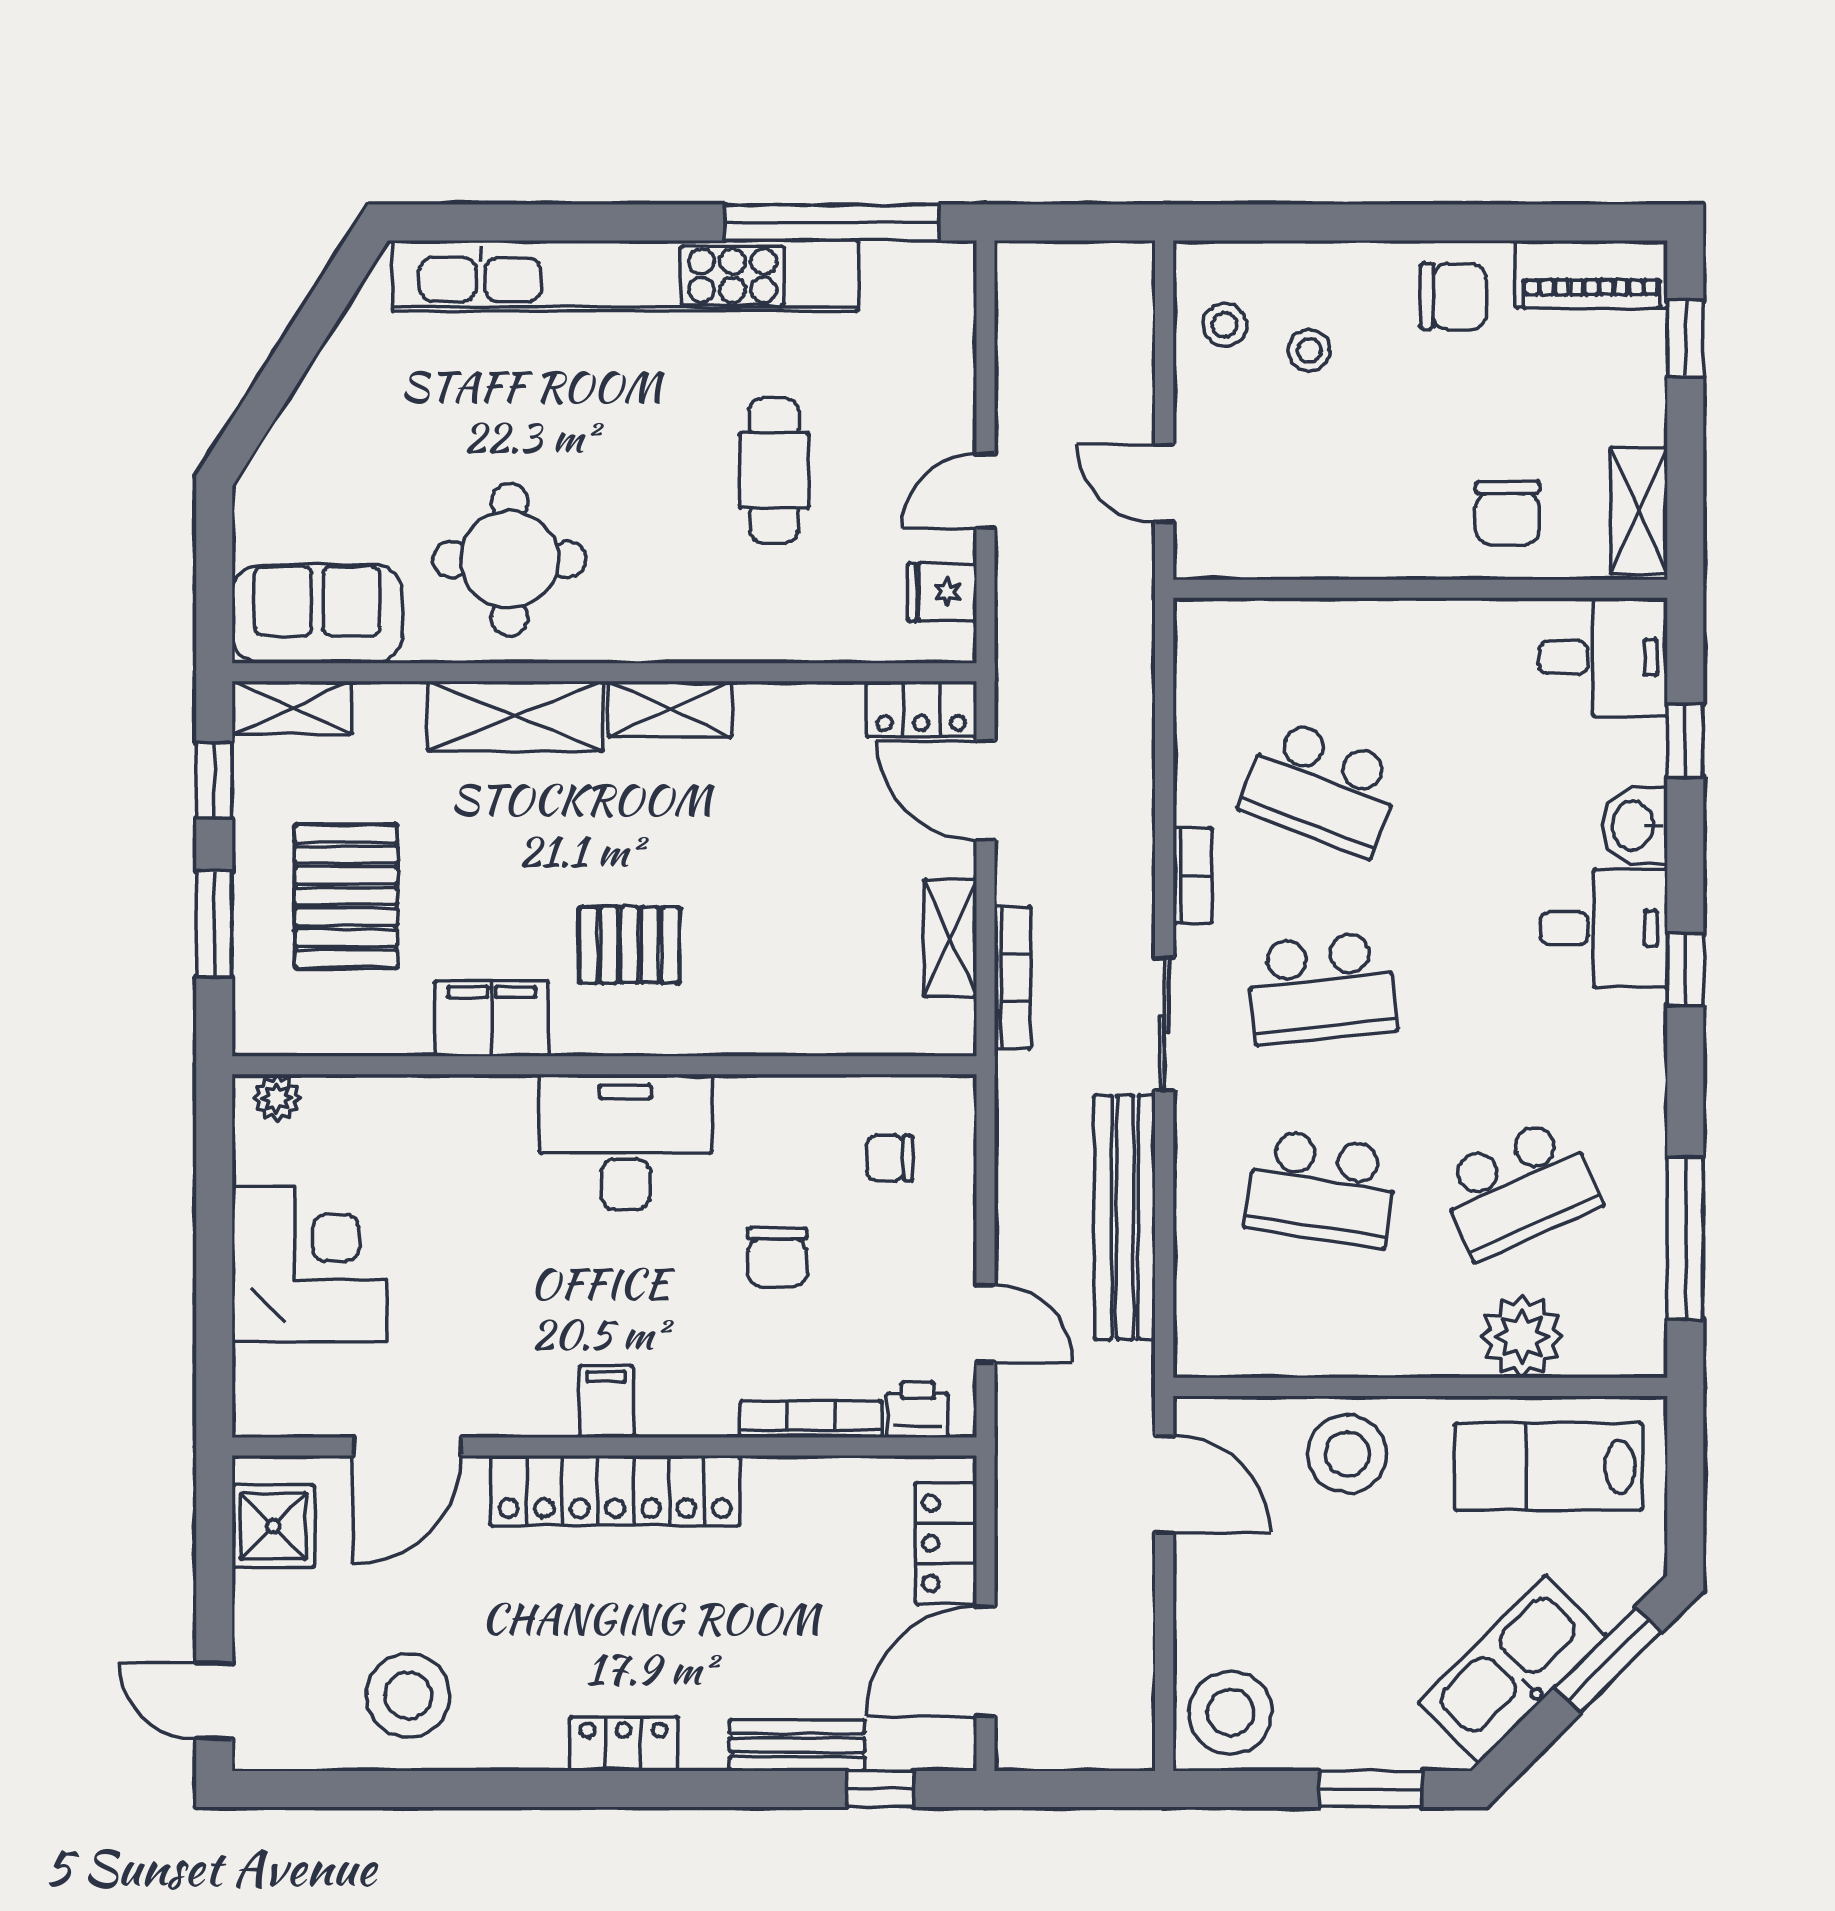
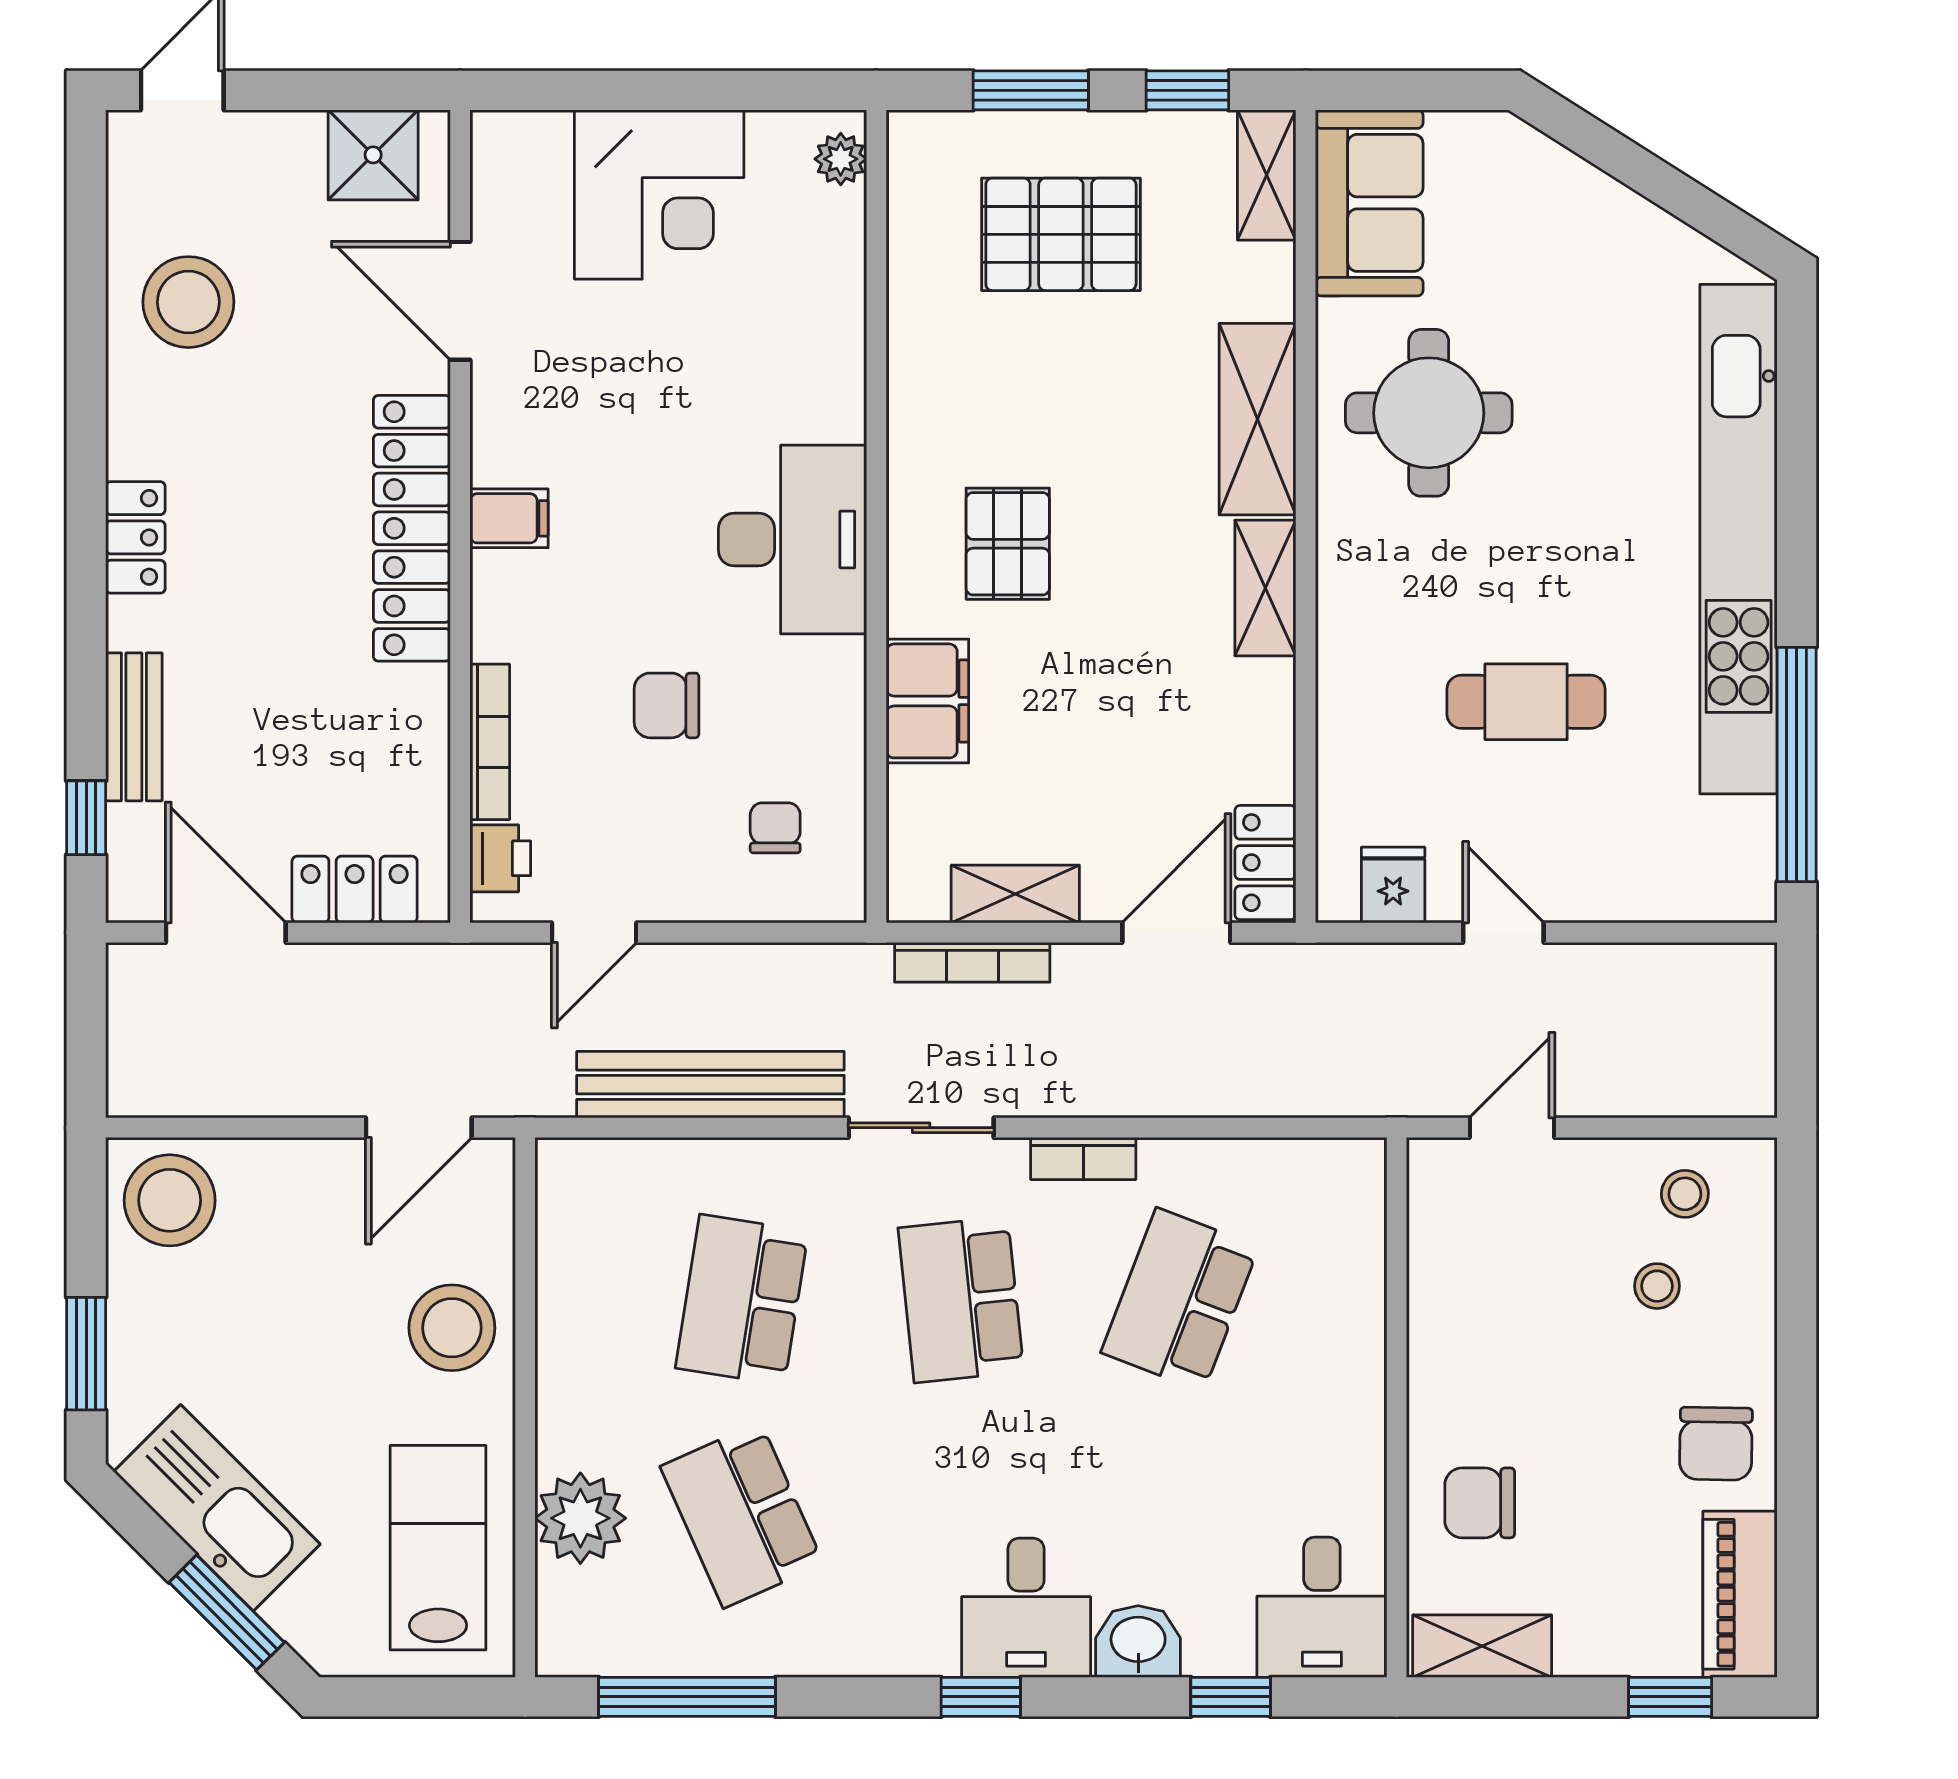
filing cabinet: (492, 1019) -> (927, 701), moved

